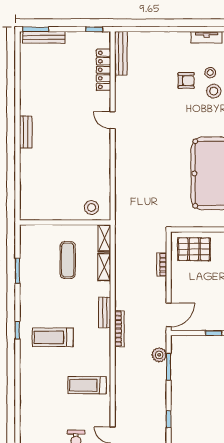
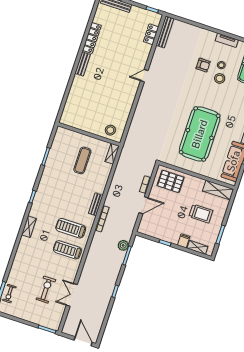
locker: (103, 70) -> (151, 34), width x0.66
locker: (27, 93) -> (92, 38), added
door: (113, 120) -> (144, 76), hinge flipped
shelving: (104, 267) -> (29, 227), moved
door: (169, 315) -> (144, 205), moved
treadmill: (53, 337) -> (71, 228), moved

